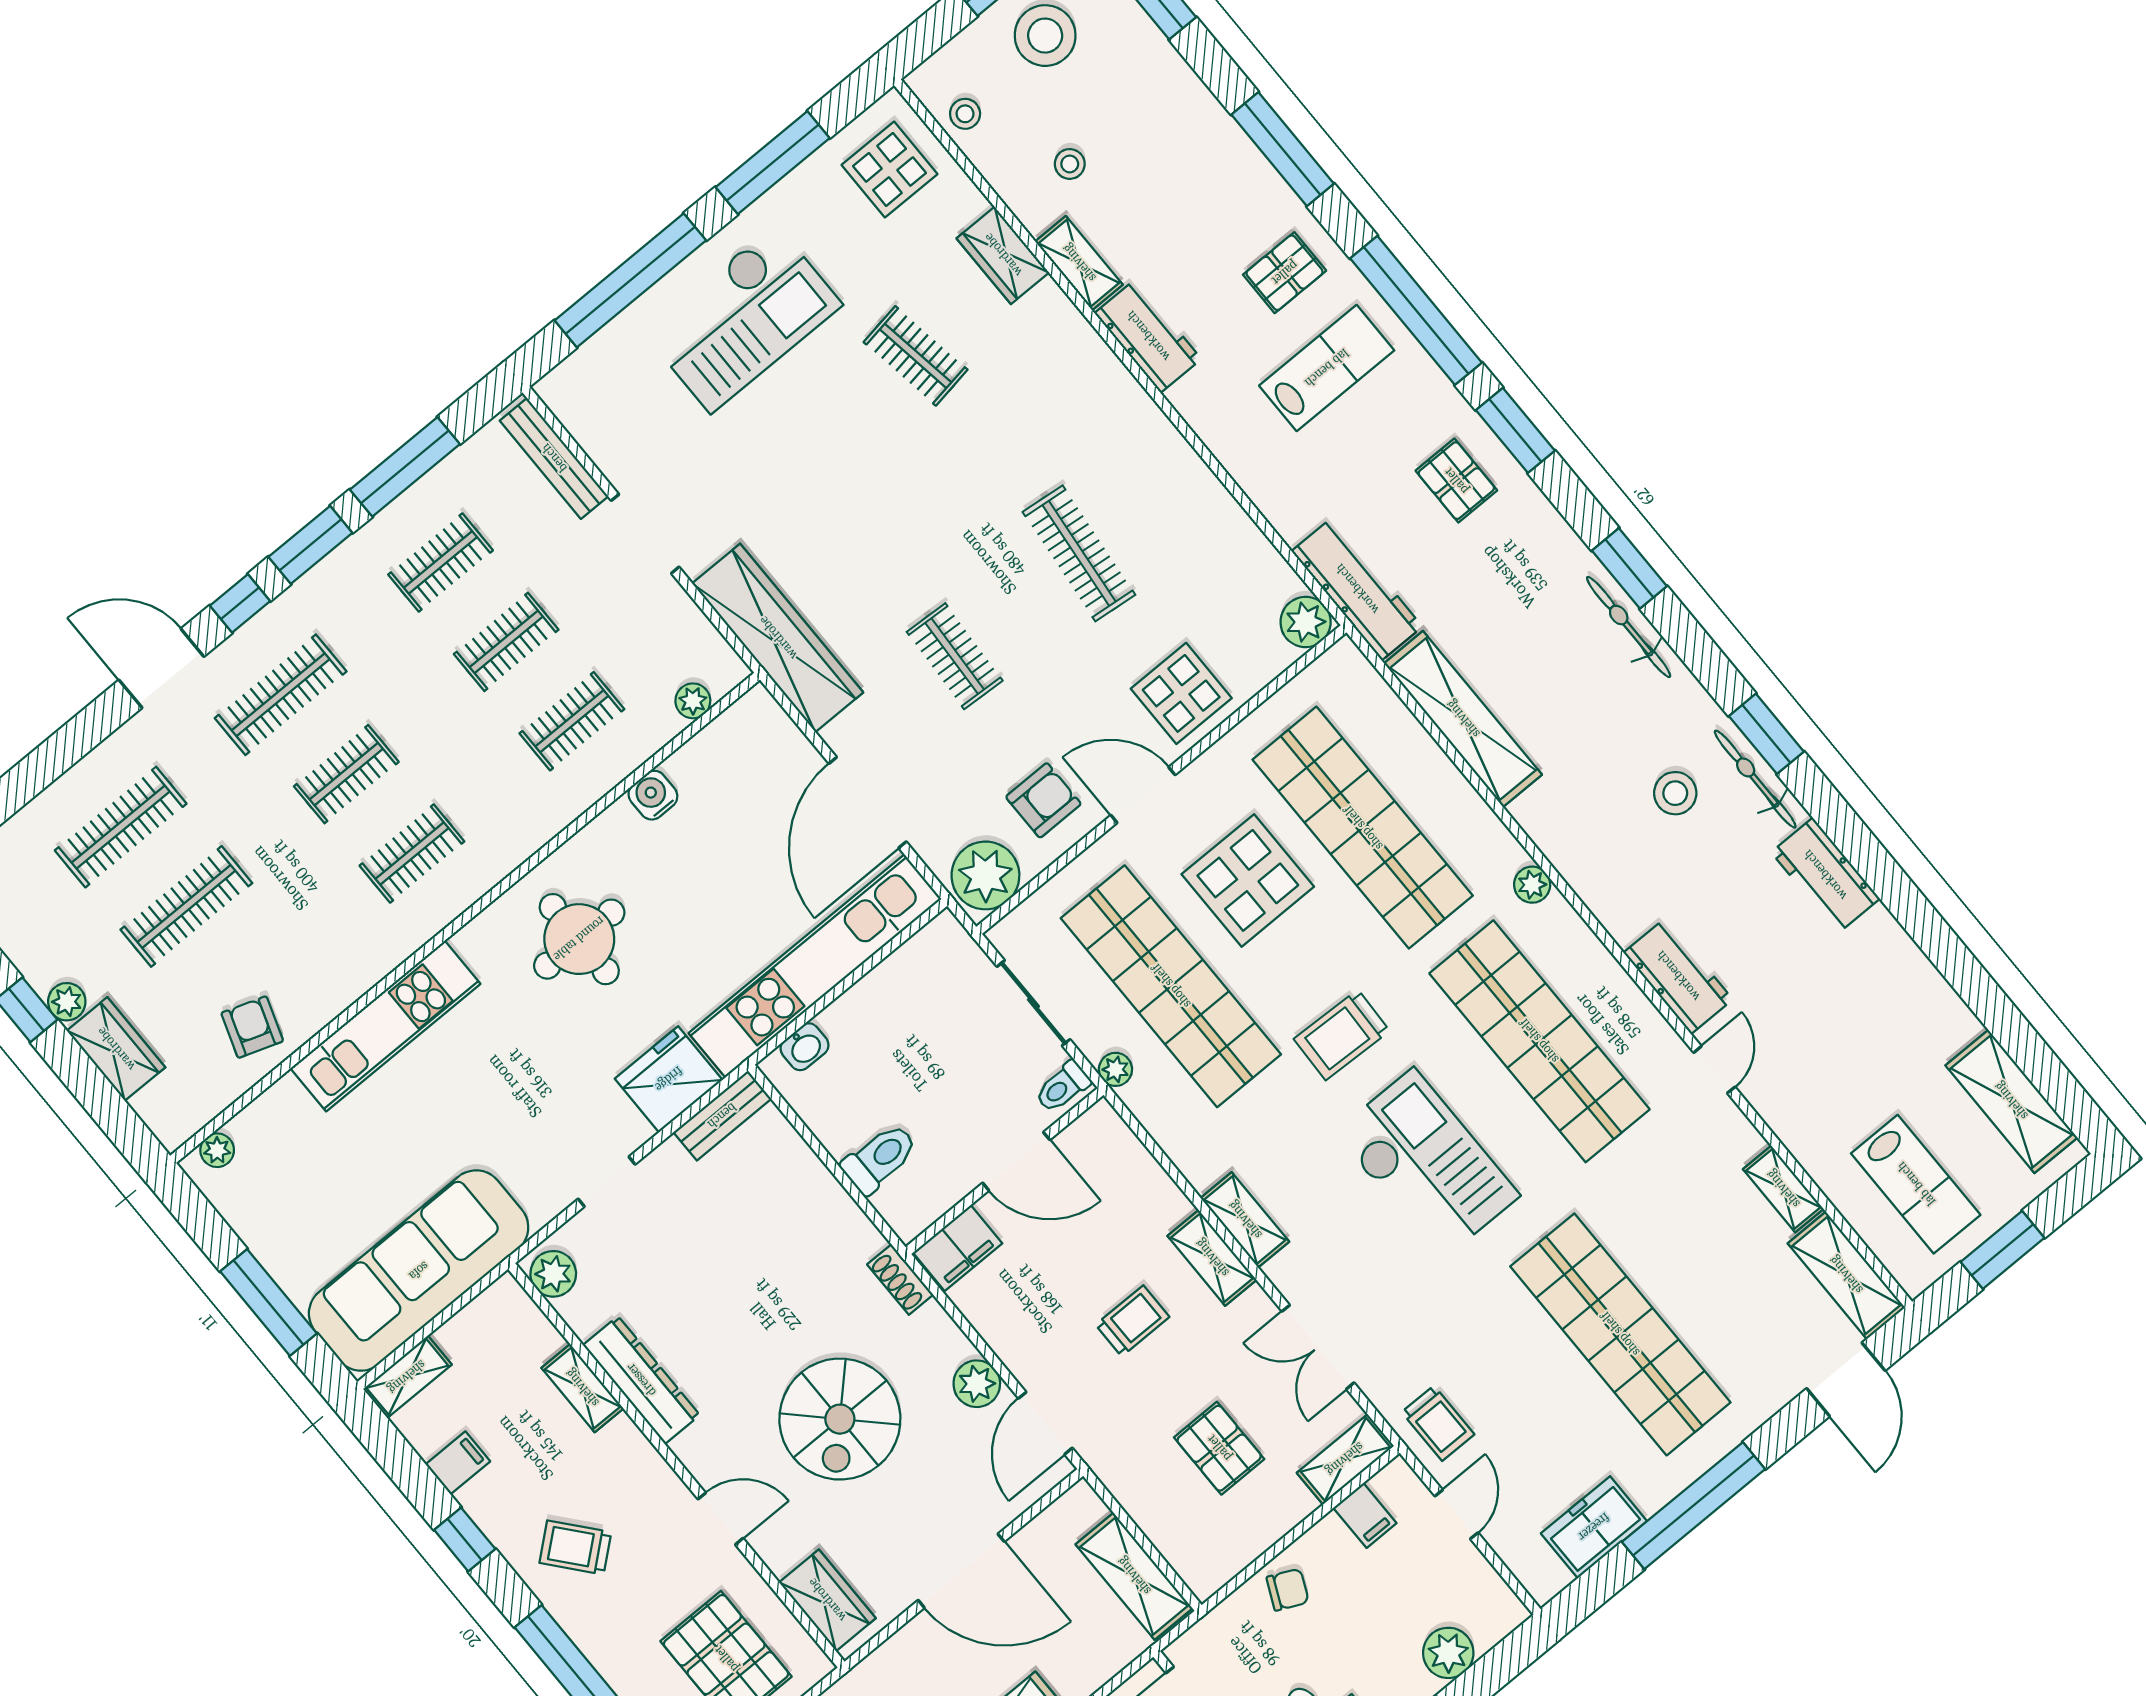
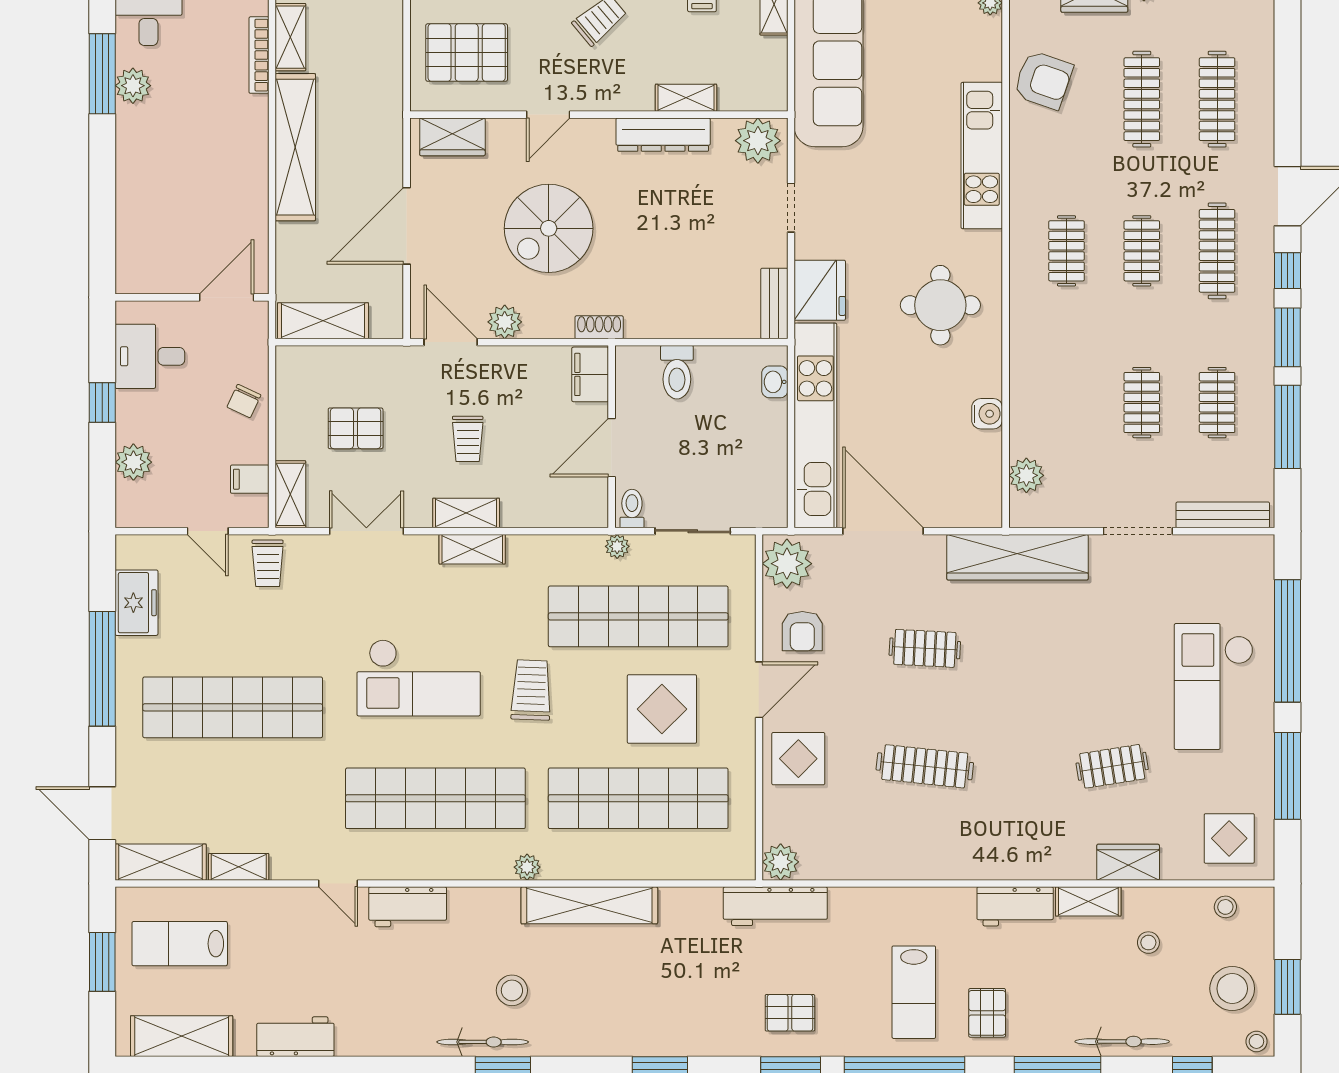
bicycle: (1629, 627) -> (1122, 1042), moved
plant: (693, 701) -> (1026, 475), width x1.38, depth x1.38
shelving: (1463, 719) -> (589, 905), moved
clothes rail: (572, 721) -> (1067, 403), removed
workbench: (1825, 875) -> (295, 1037), moved
armchair: (252, 1027) -> (1043, 80), width x1.38, depth x1.38
plant: (553, 1274) -> (758, 141), width x1.36, depth x1.36
spiral stairs: (840, 1419) -> (549, 228), turned -90
trolley: (1438, 1423) -> (268, 563), turned -90

